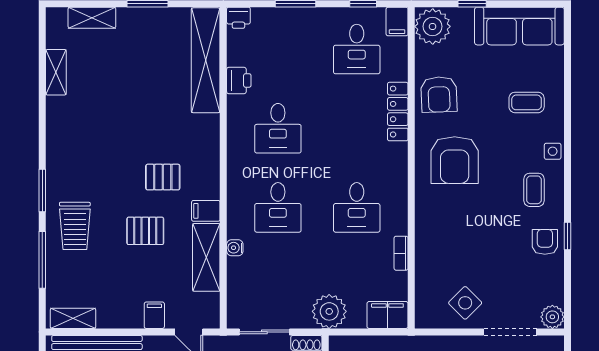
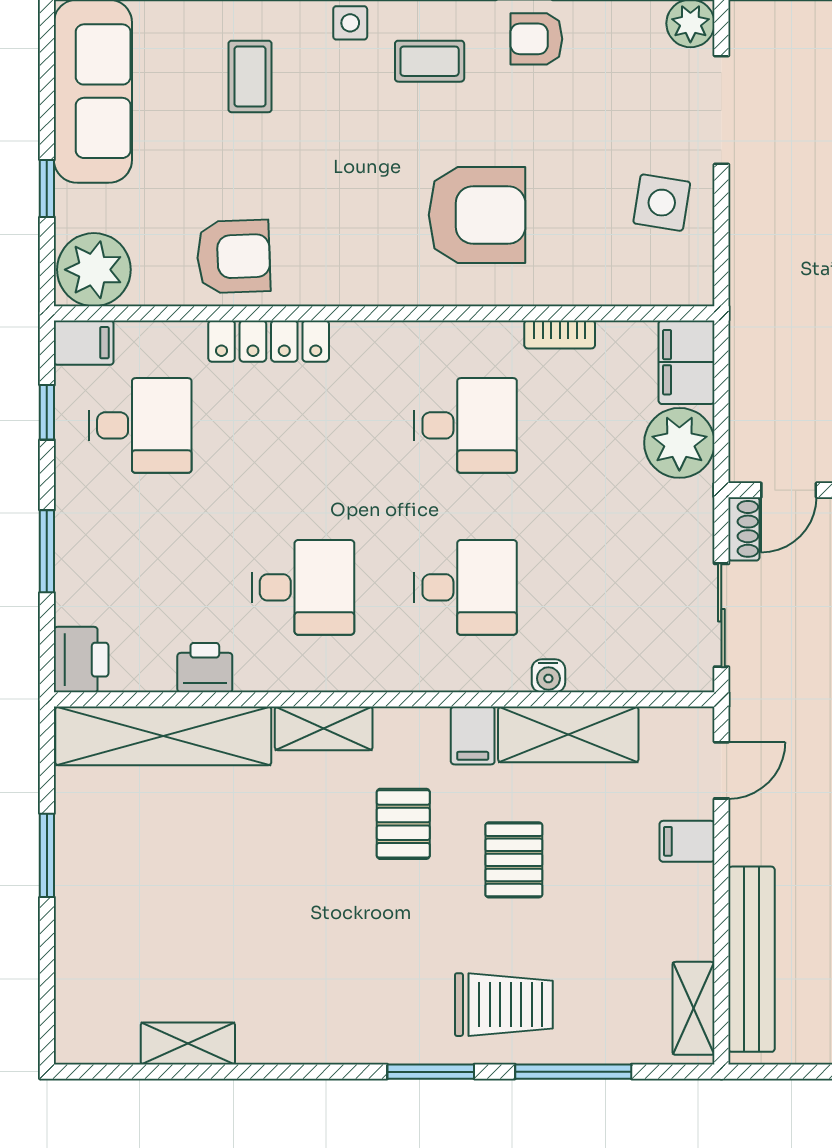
shelving: (92, 18) -> (324, 728), moved, turned 90
printer: (238, 18) -> (81, 660), width x1.36, depth x1.24
armchair: (455, 160) -> (477, 215), moved
side table: (465, 303) -> (662, 203), turned -36
plant: (329, 311) -> (679, 443), moved

